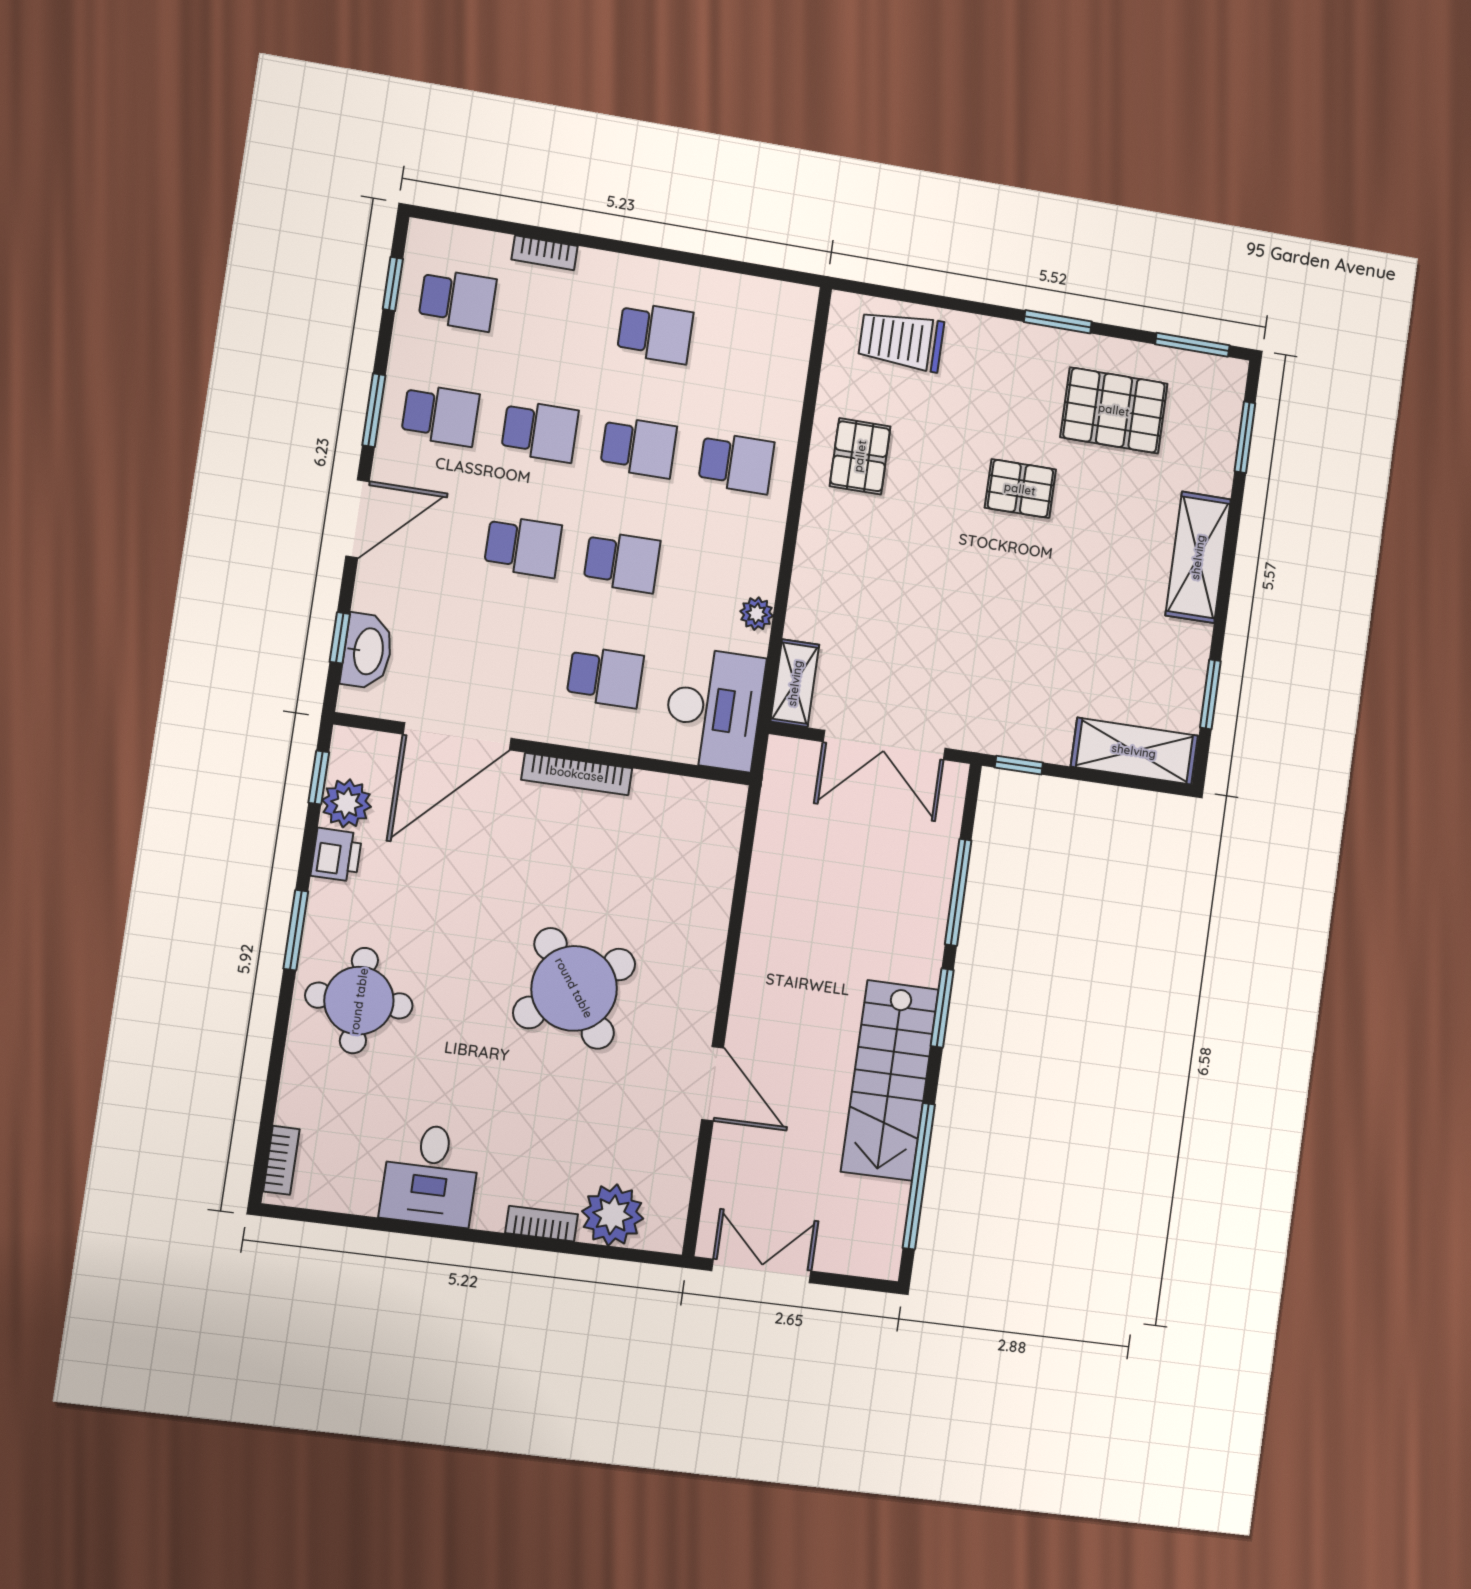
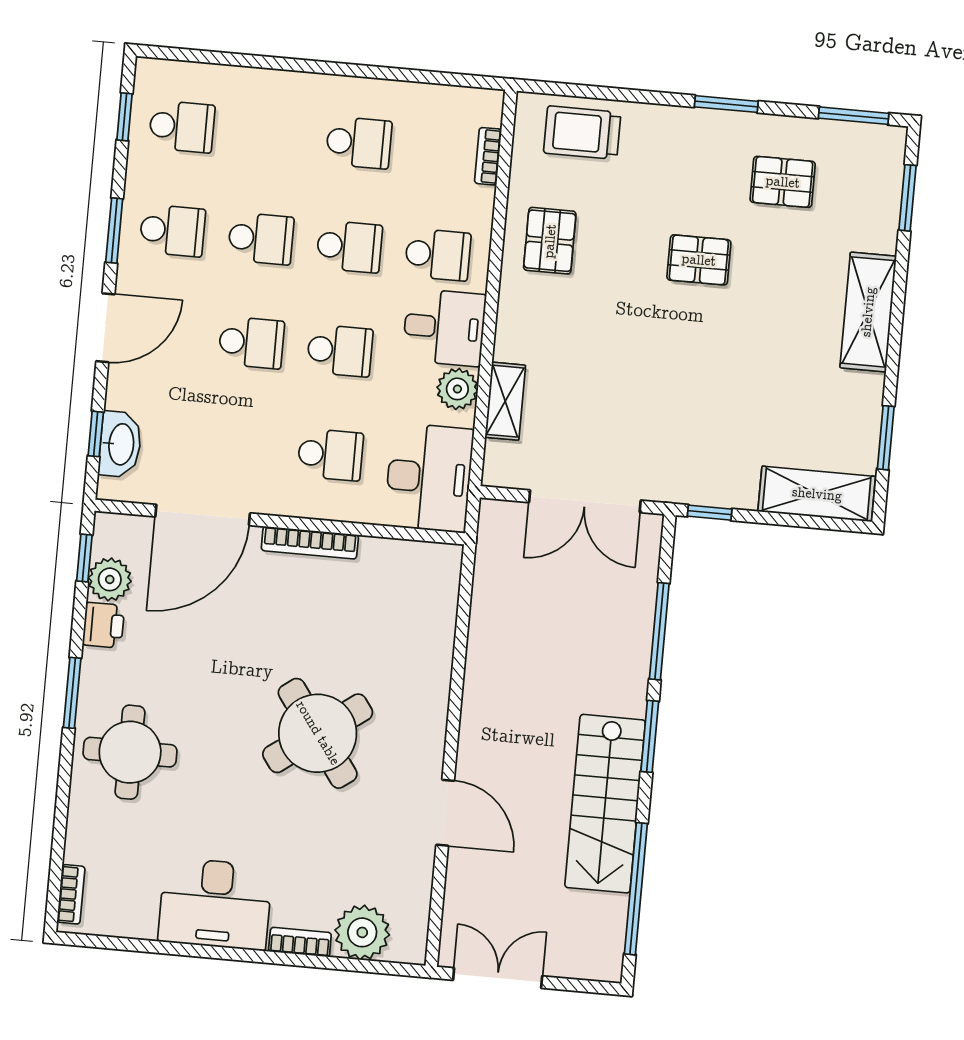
bookcase: (545, 253) -> (488, 156), moved, turned 90
pallet: (1114, 410) -> (783, 182), width x0.67, depth x0.71
desk: (739, 544) -> (444, 327), added
plant: (757, 614) -> (457, 389), width x1.38, depth x1.38
shelving: (795, 683) -> (505, 401), moved
desk: (430, 1175) -> (215, 904), width x1.37

